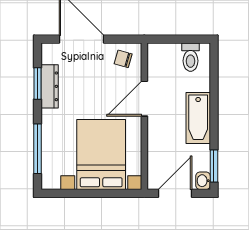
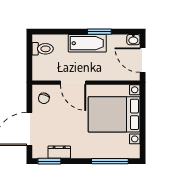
window: (37, 83) -> (49, 161), moved
dresser: (50, 86) -> (59, 152), width x0.70
window: (214, 166) -> (99, 32), moved

